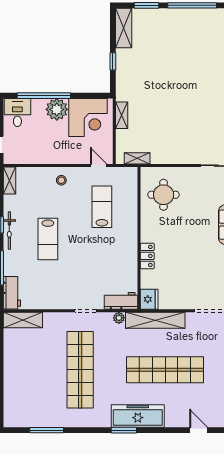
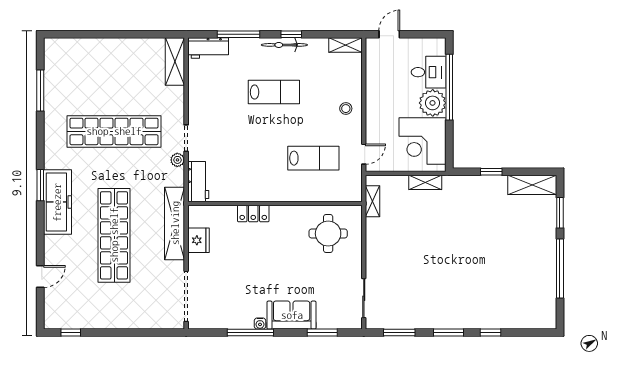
desk: (17, 113) -> (429, 72), moved
lab bench: (48, 239) -> (274, 92), turned 180
fridge: (149, 299) -> (198, 240), moved, turned -90
plant: (119, 318) -> (177, 160), moved

